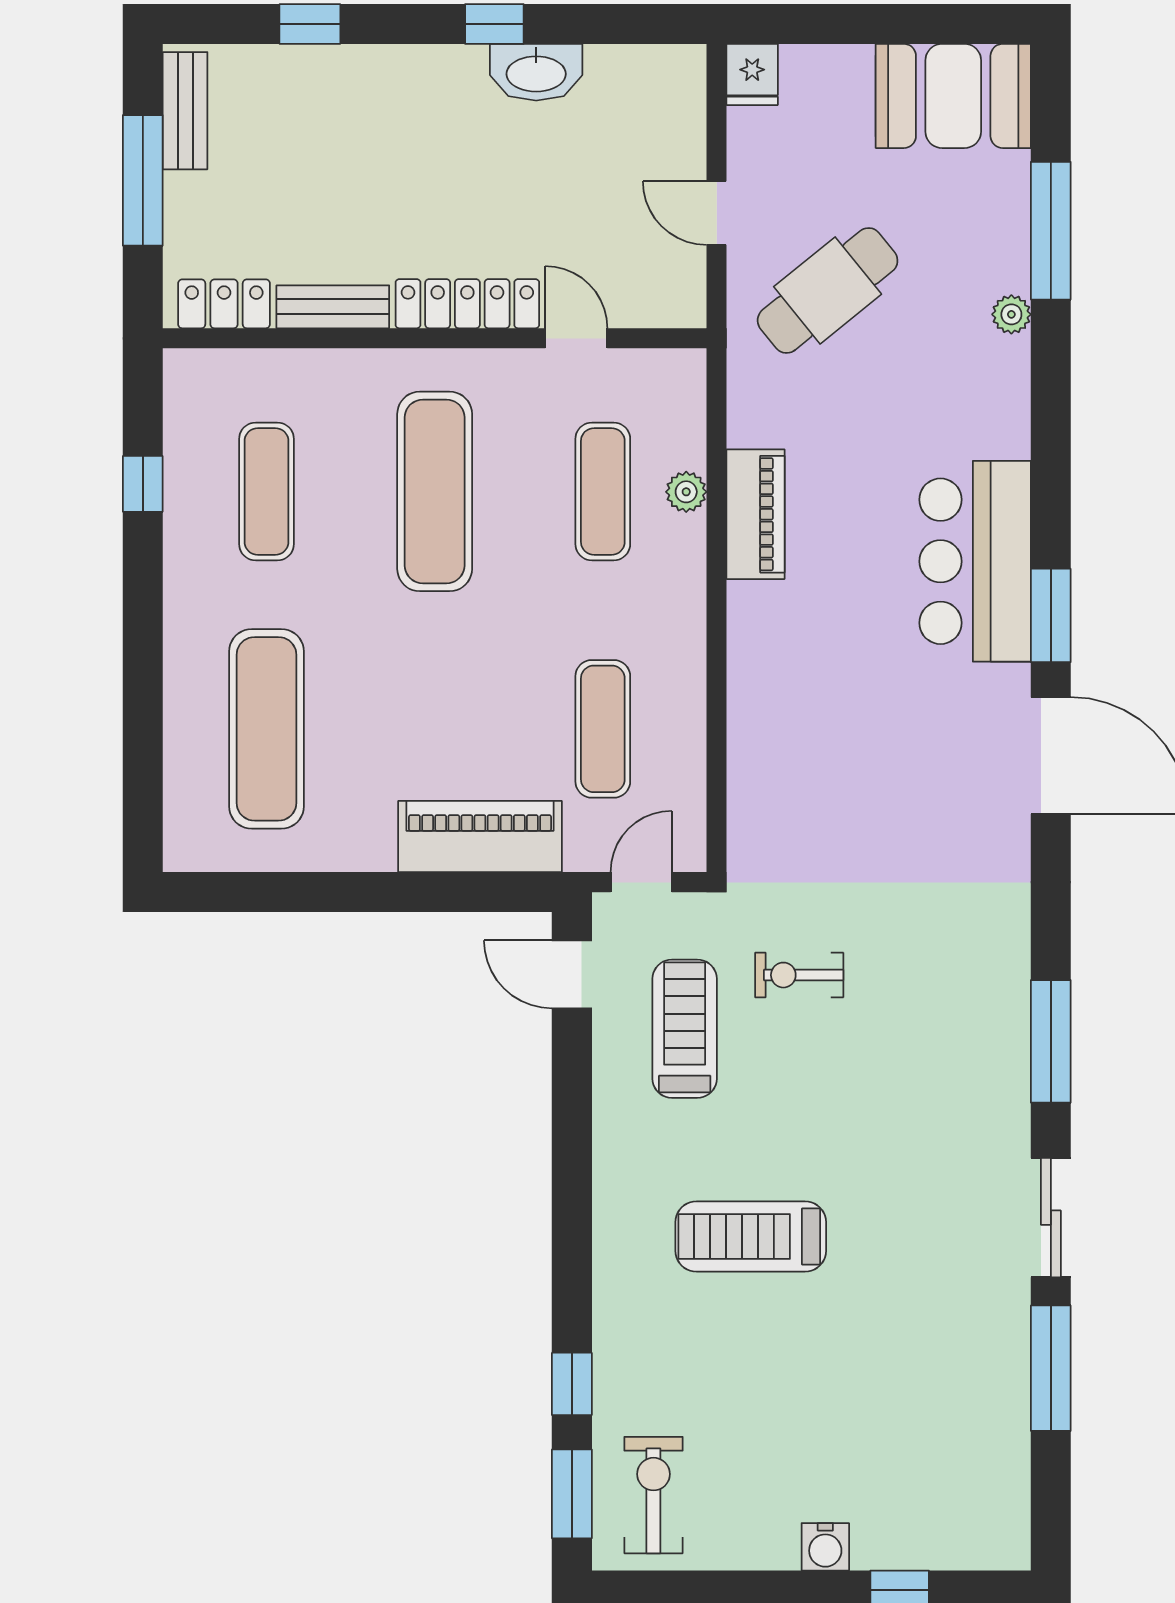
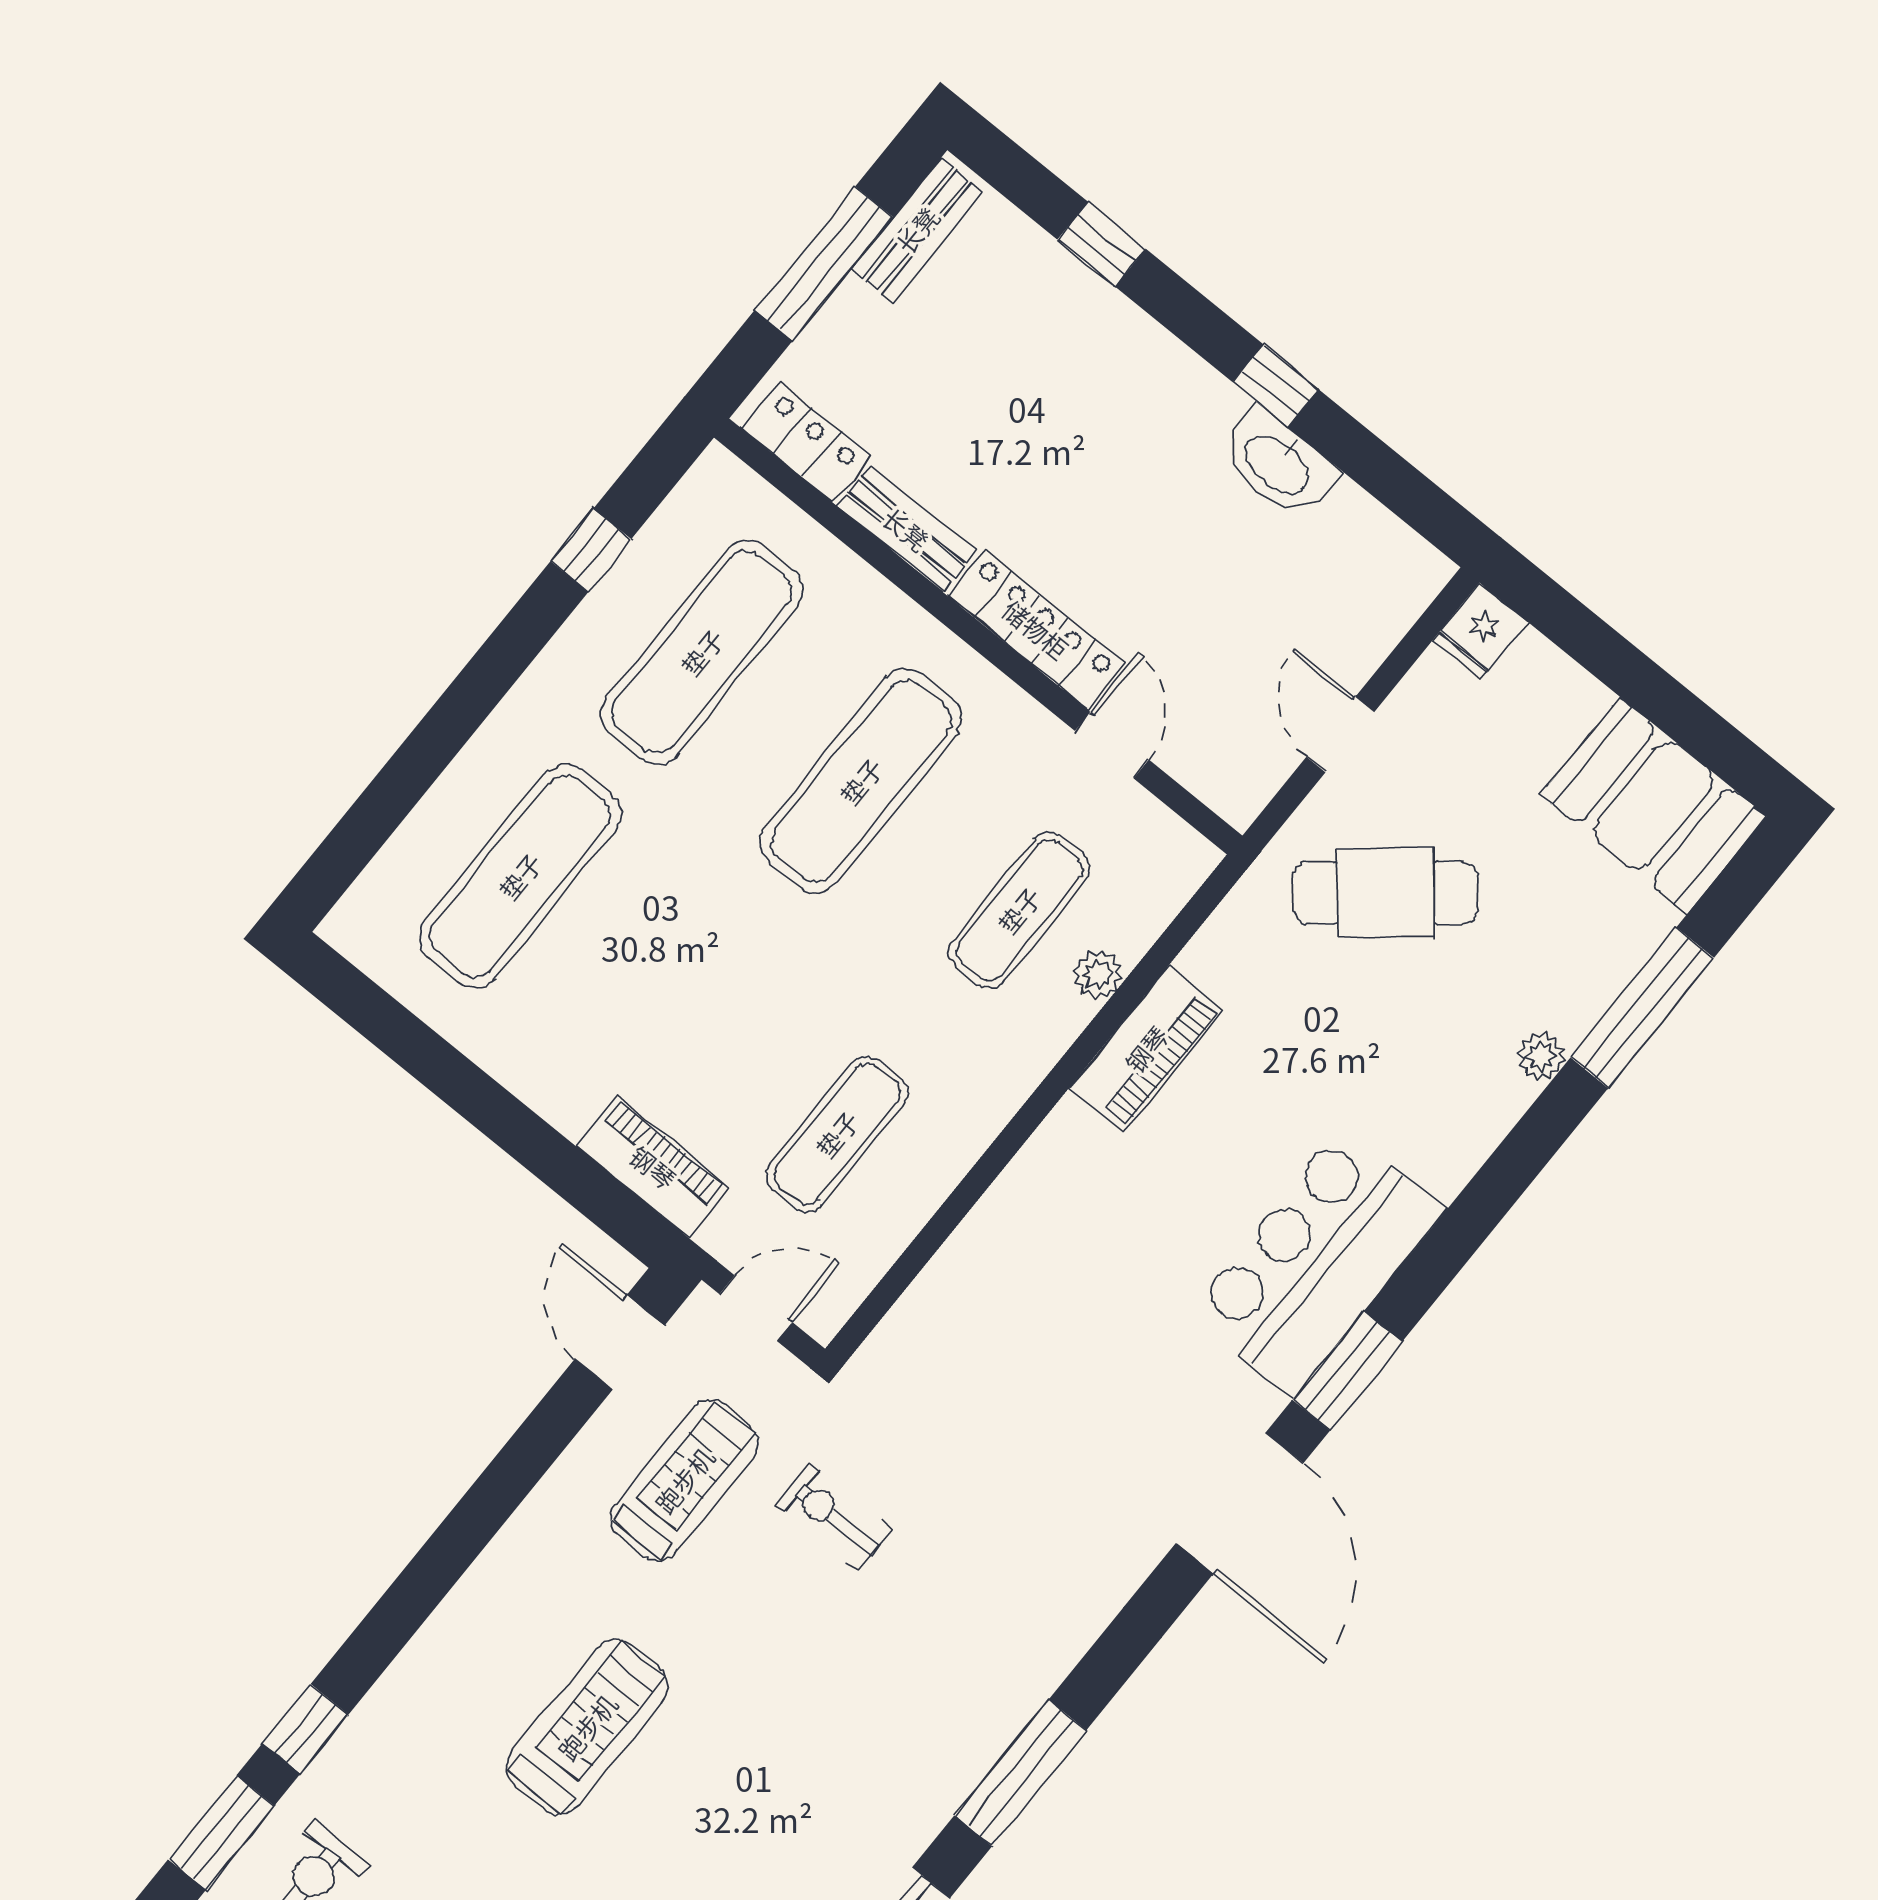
exercise mat: (266, 491) -> (702, 652), width x1.36, depth x1.45
piano: (480, 836) -> (653, 1167), width x0.73, depth x0.75
treadmill: (751, 1237) -> (587, 1727), turned 90

